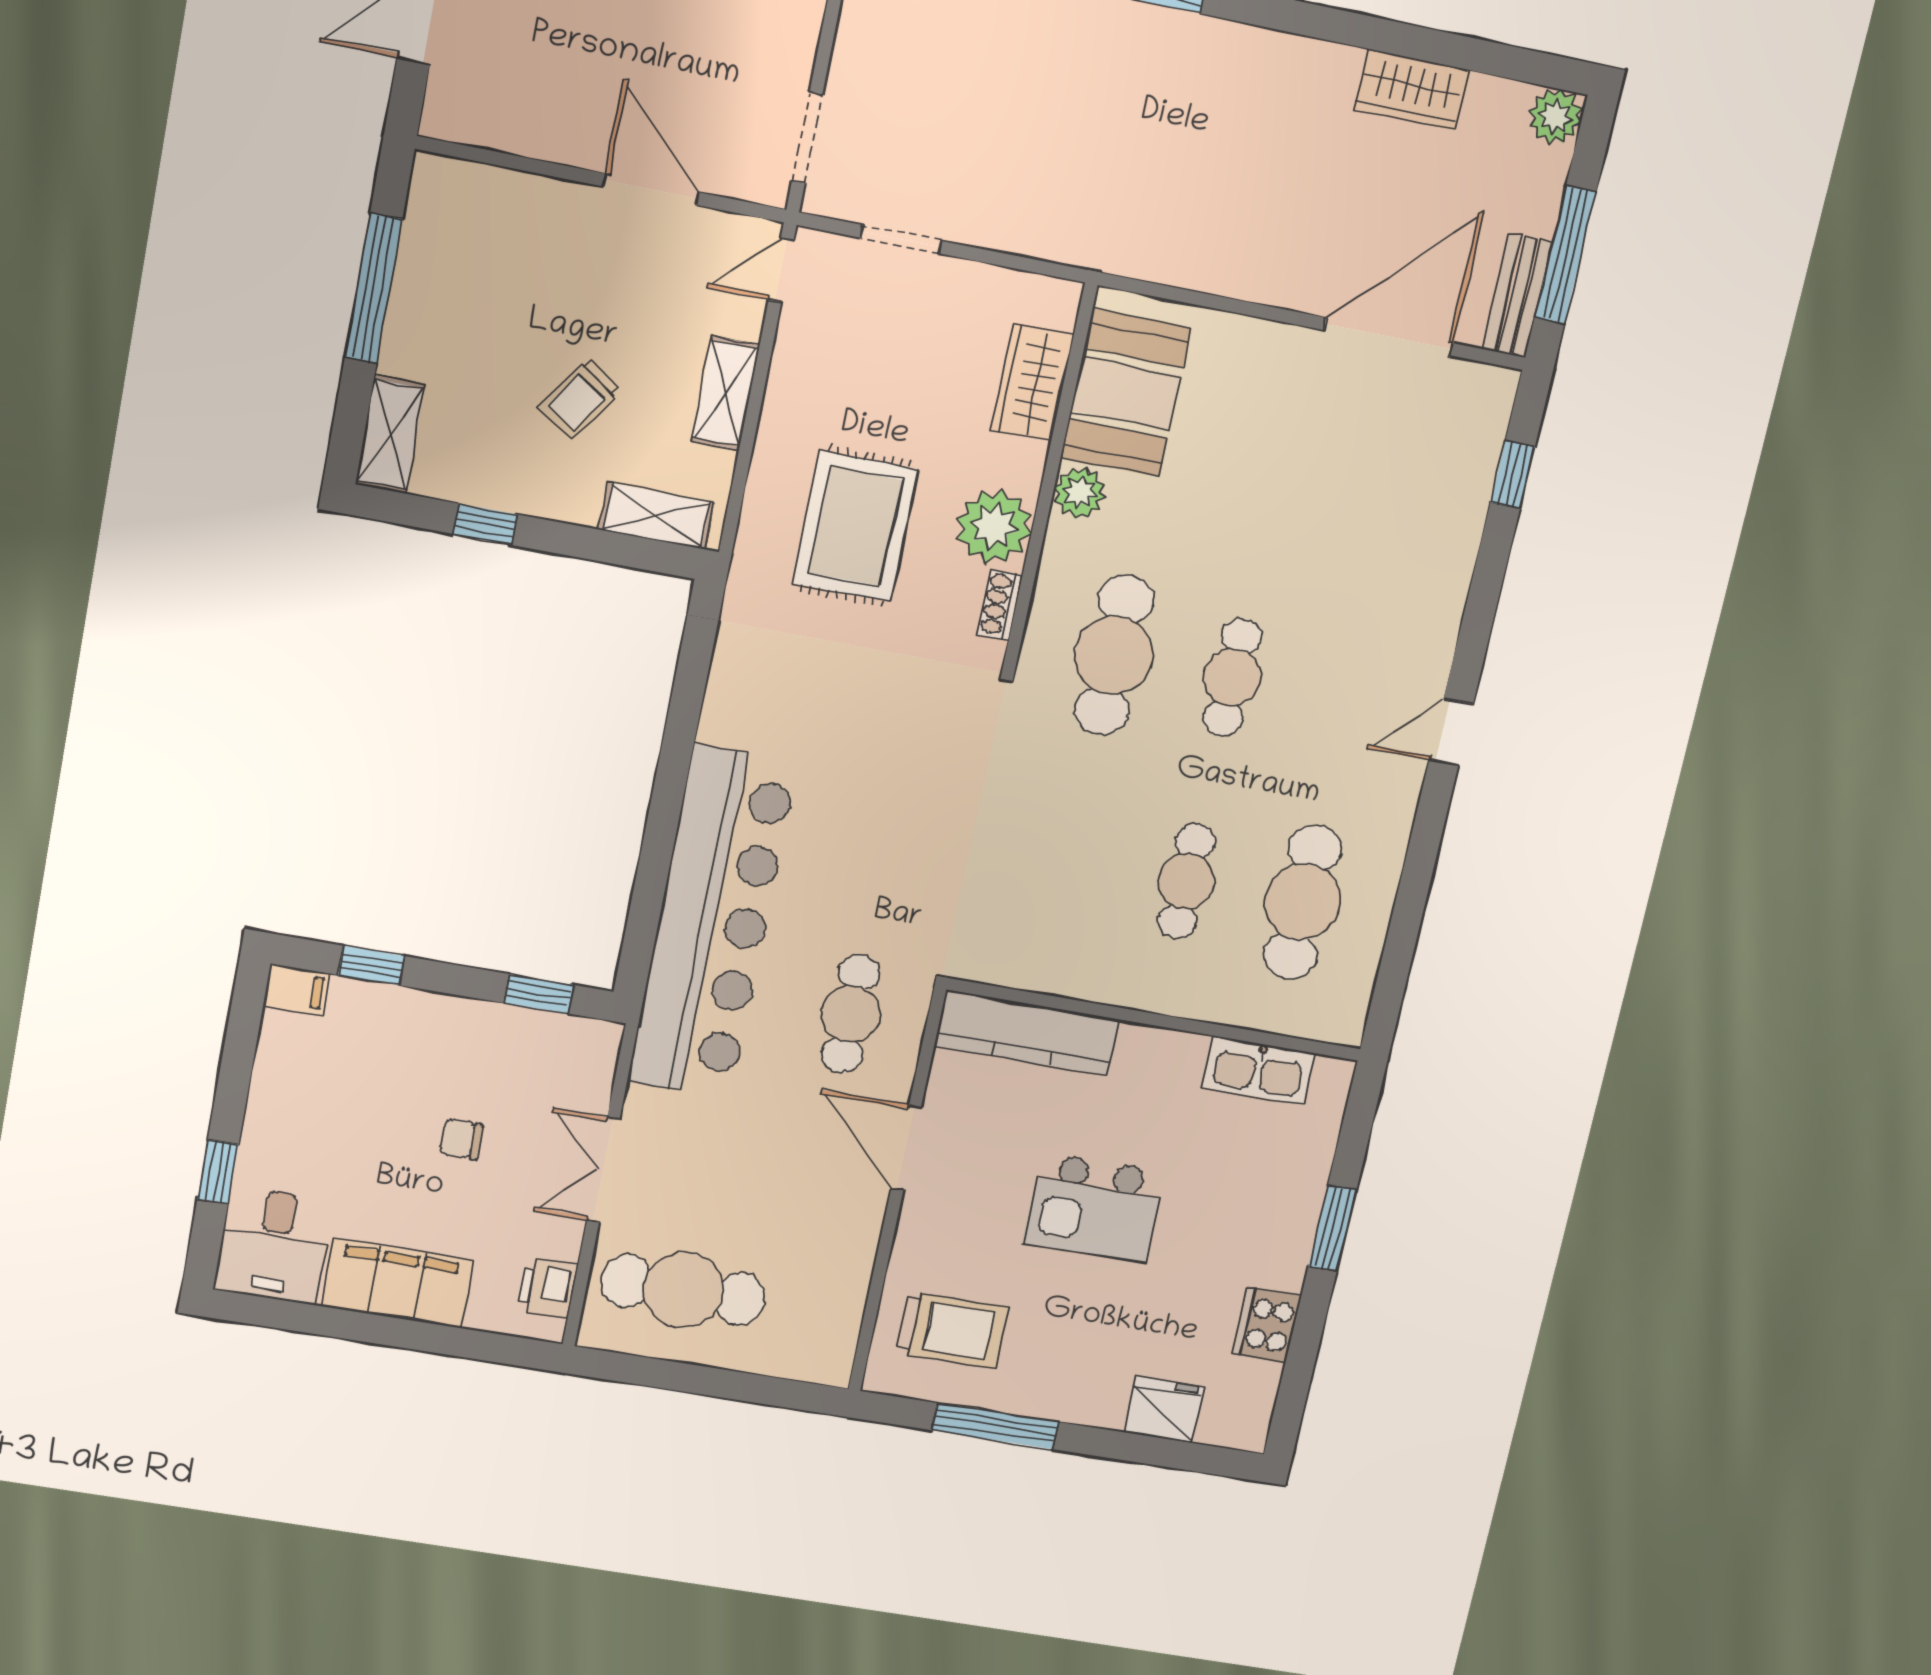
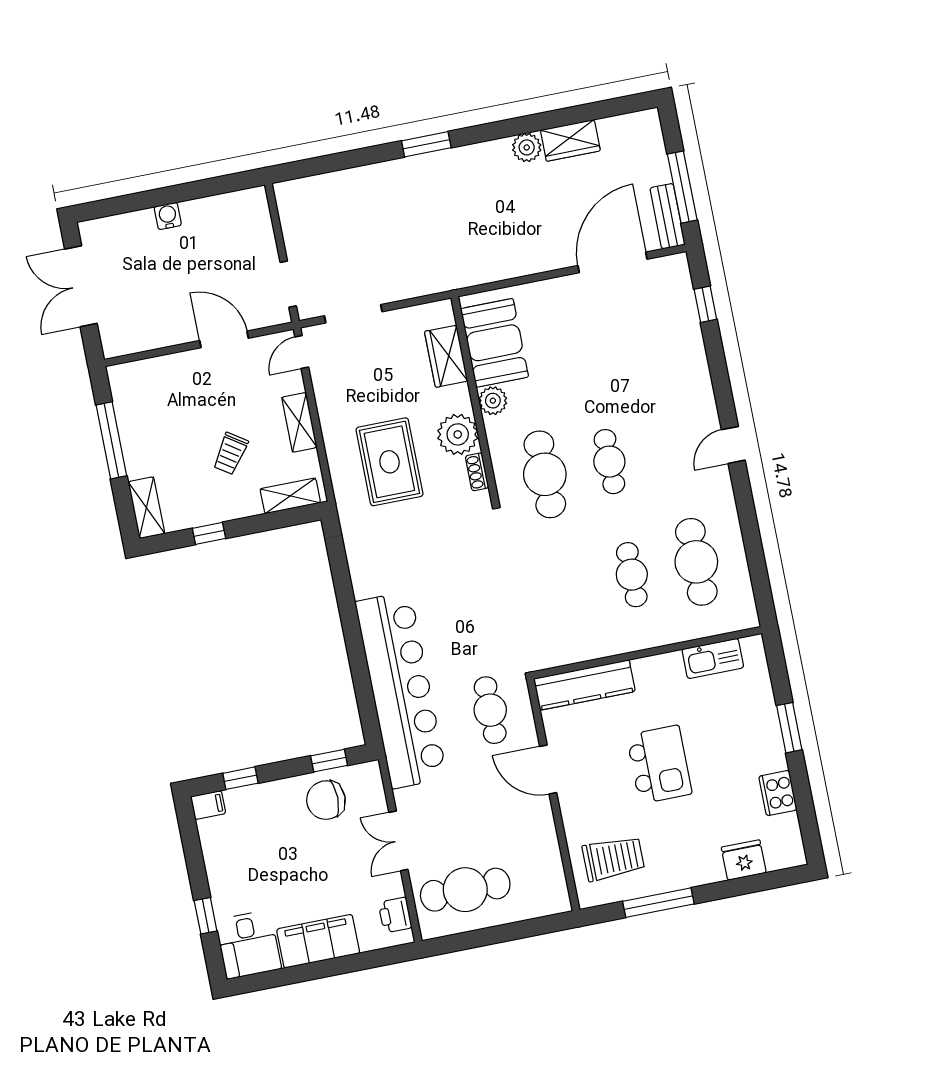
plant: (1555, 117) -> (527, 147), moved
doorway: (901, 239) -> (353, 314), width x1.38
chair: (461, 1139) -> (326, 800), moved, width x1.87, depth x1.87
kitchen island: (1094, 1208) -> (659, 764), turned -90

